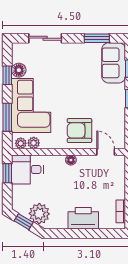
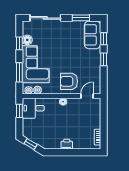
sliding door: (45, 38) -> (45, 18), width x1.37
door: (106, 152) -> (87, 96), hinge flipped
plant: (39, 214) -> (41, 139), removed
printer: (83, 218) -> (67, 144), width x0.53, depth x0.68

